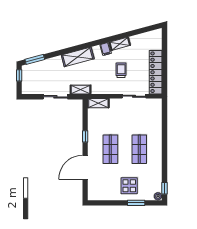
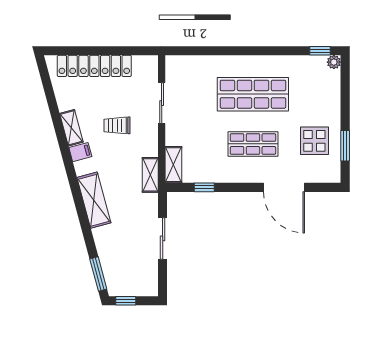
locker: (156, 72) -> (94, 66), moved
shelving: (81, 90) -> (150, 175), moved
window: (85, 136) -> (204, 187), moved
shop shelf: (139, 149) -> (253, 94), width x1.43, depth x1.36
display table: (129, 186) -> (314, 141), moved
window: (136, 203) -> (345, 146), moved

